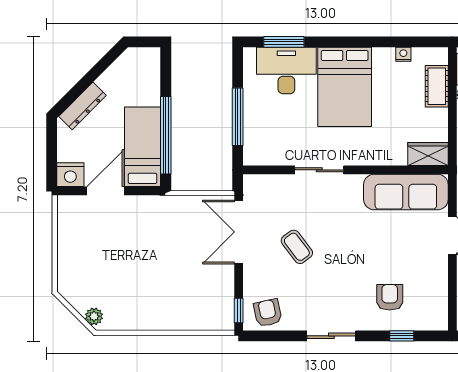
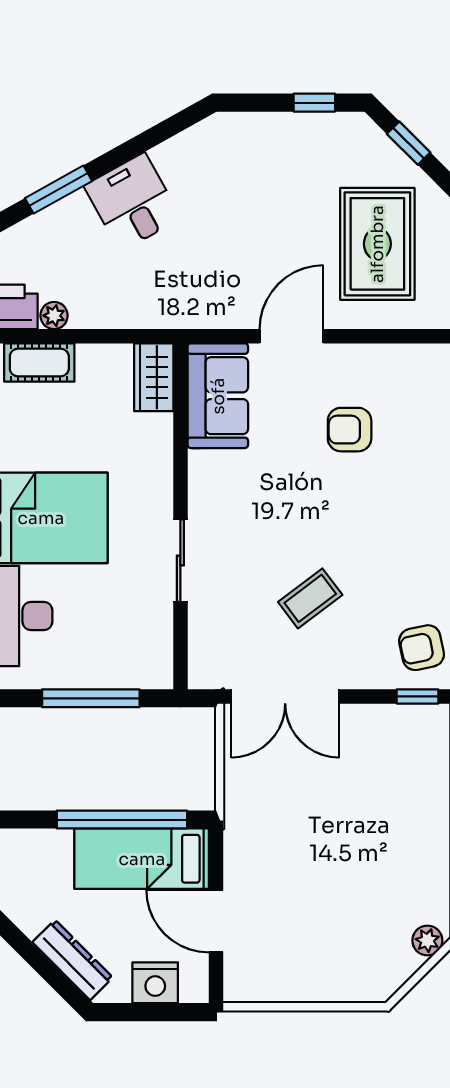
nightstand: (70, 175) -> (155, 983), moved, turned 90
sofa: (406, 192) -> (218, 396), width x0.73
armchair: (390, 297) -> (350, 430), moved

